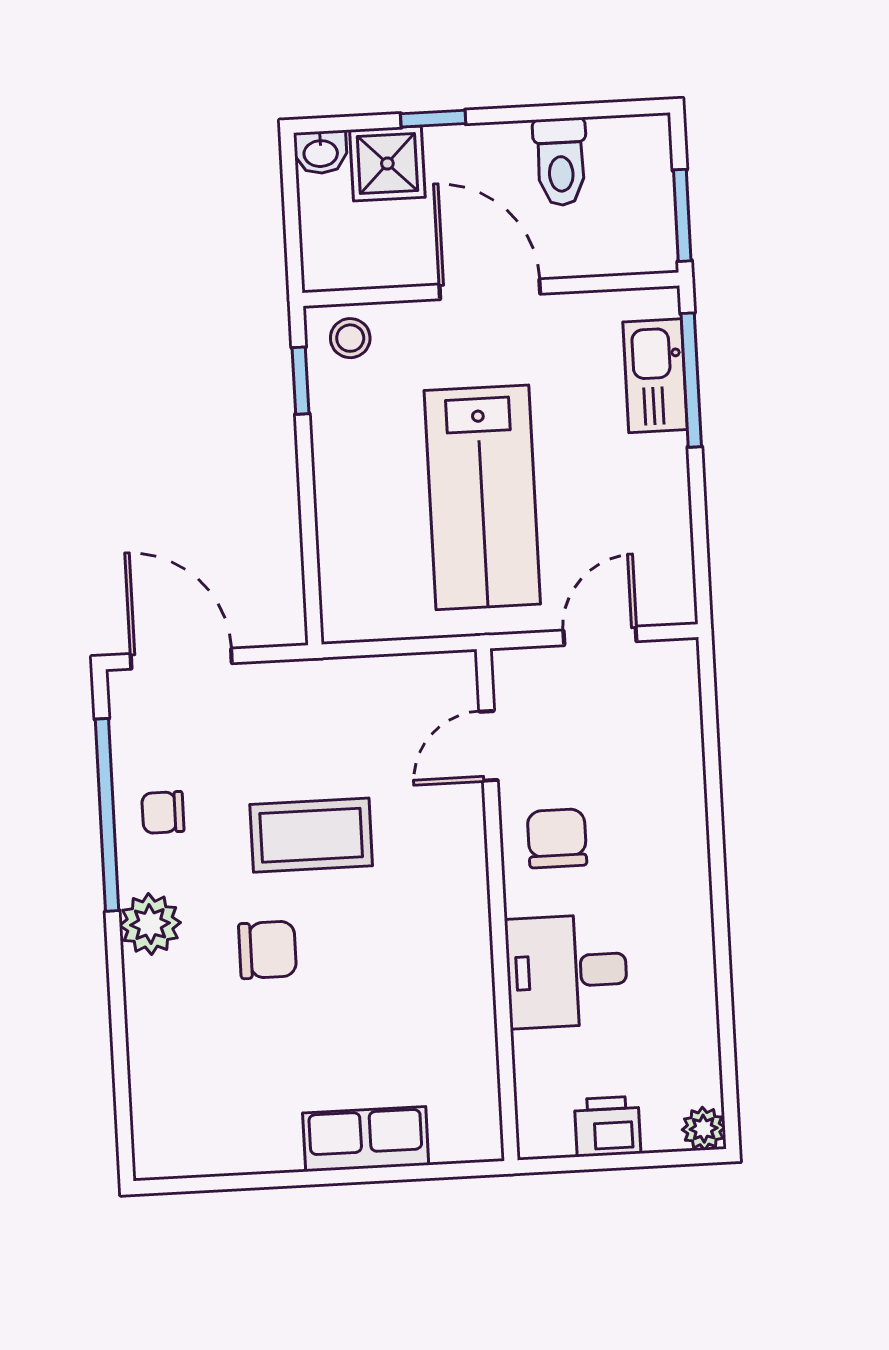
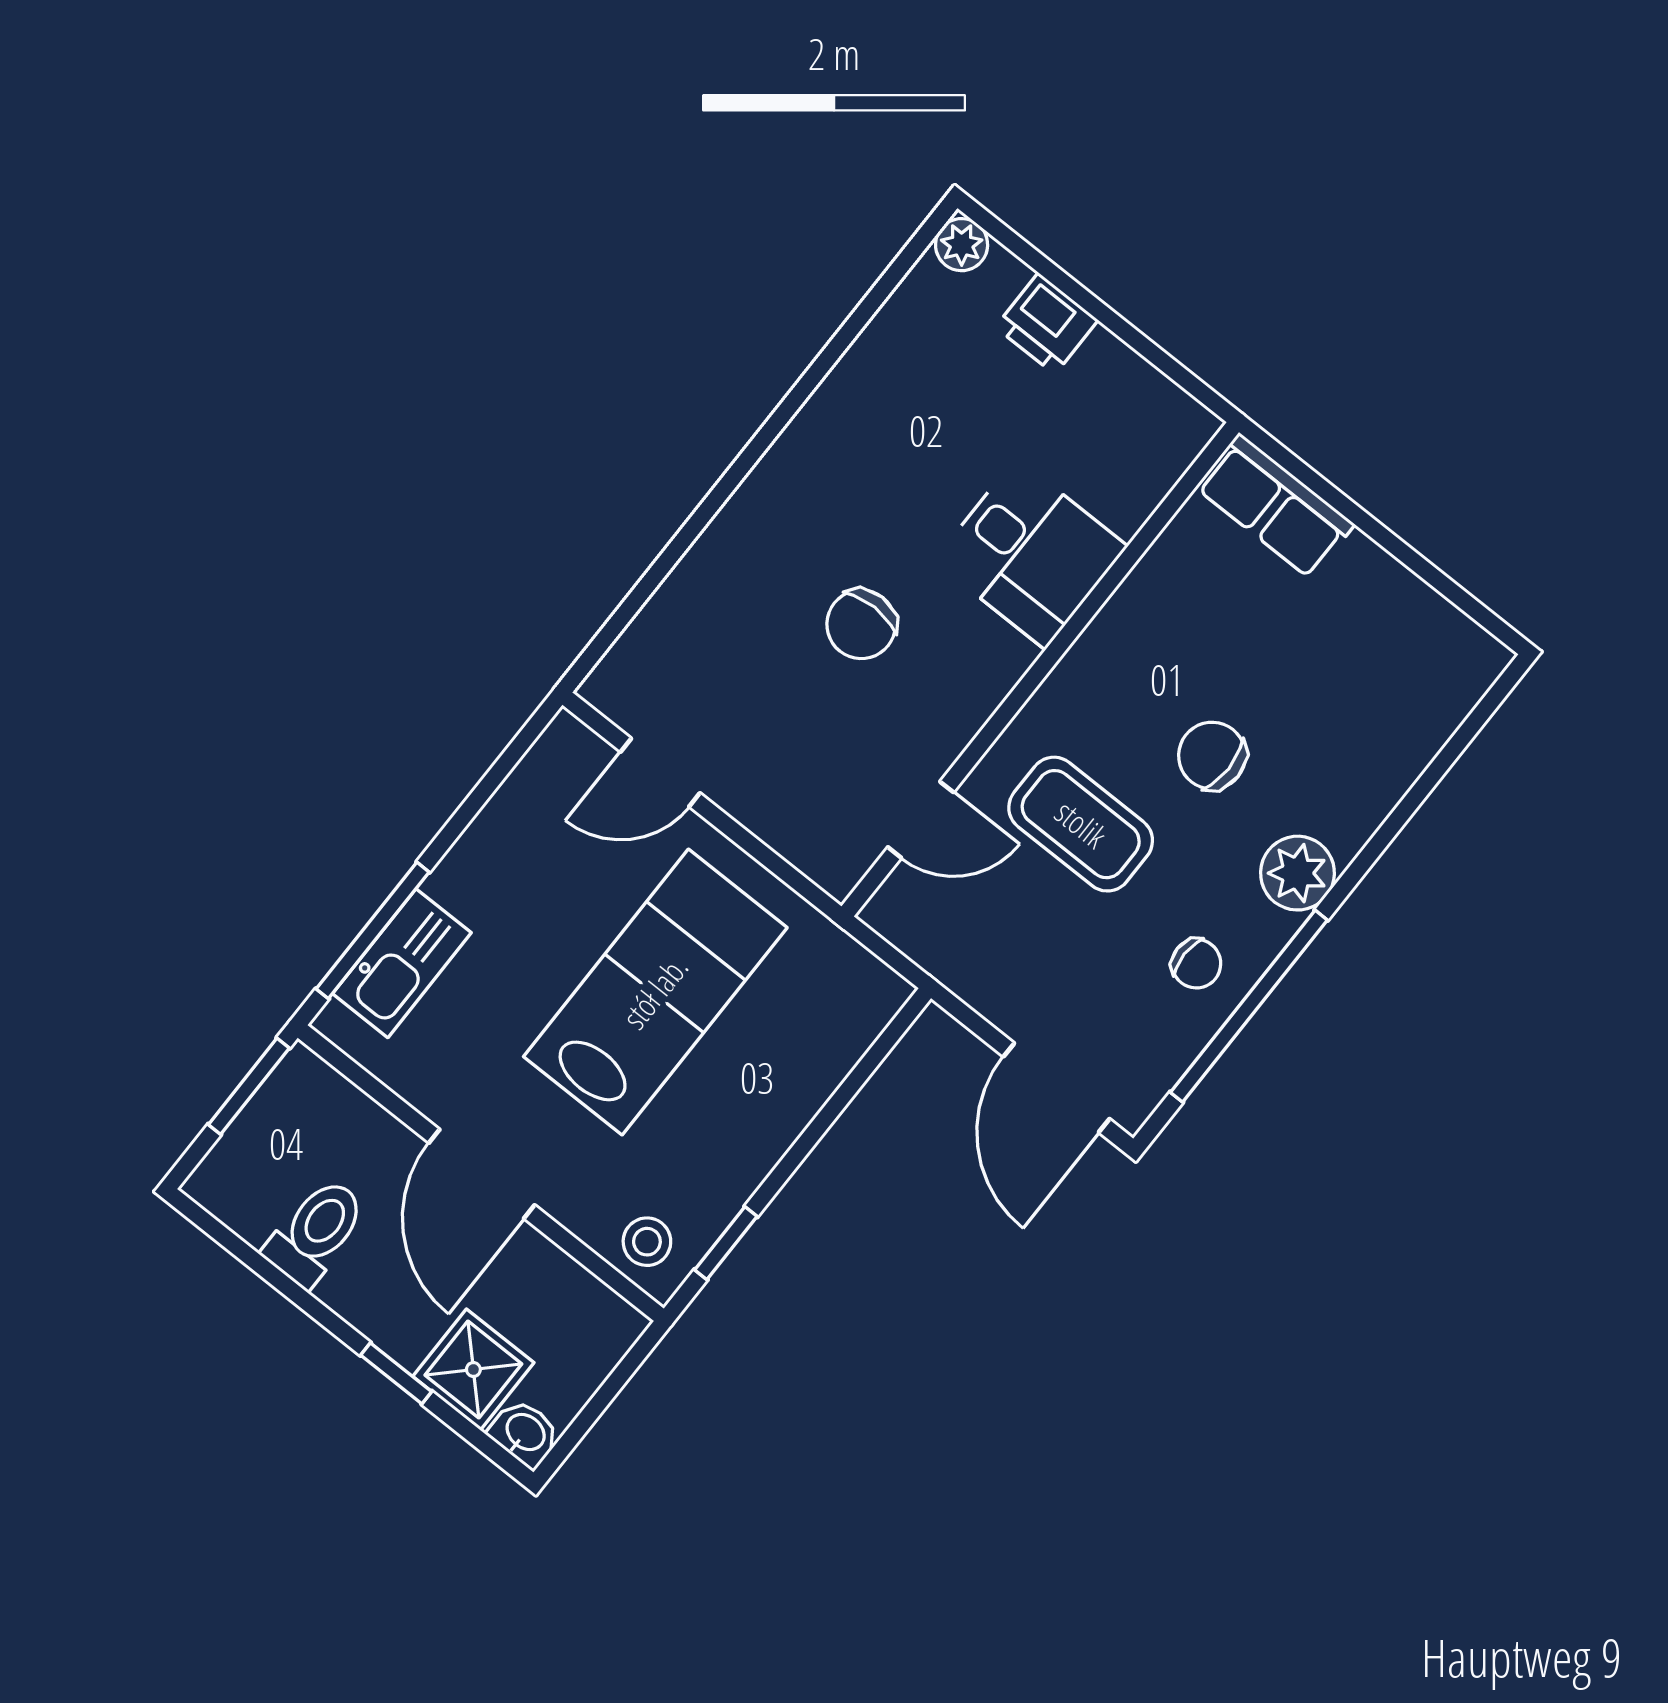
door: (488, 746) -> (921, 820), moved
wall: (497, 905) -> (1040, 669), moved
desk: (567, 971) -> (1031, 554), moved

